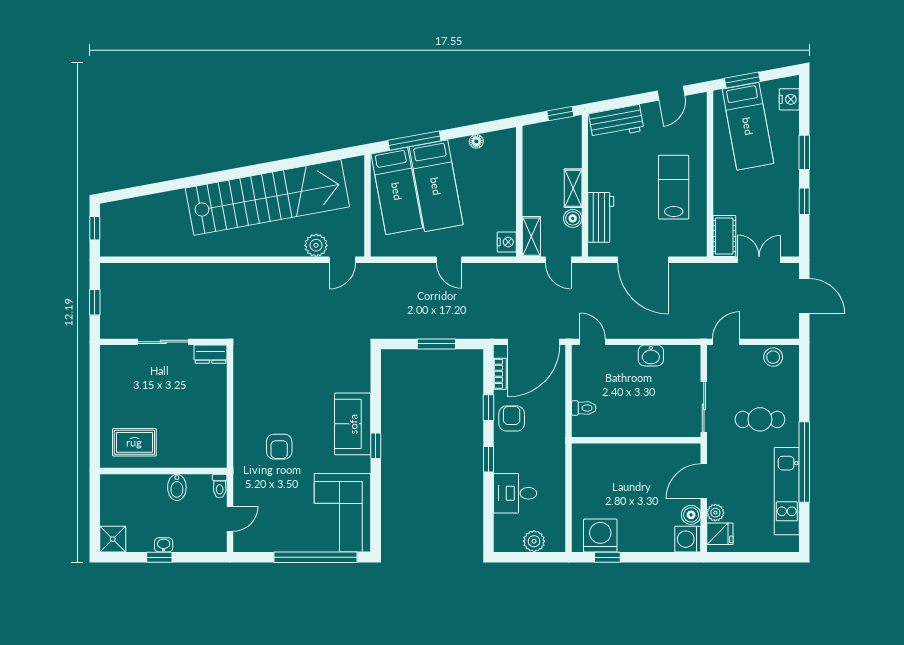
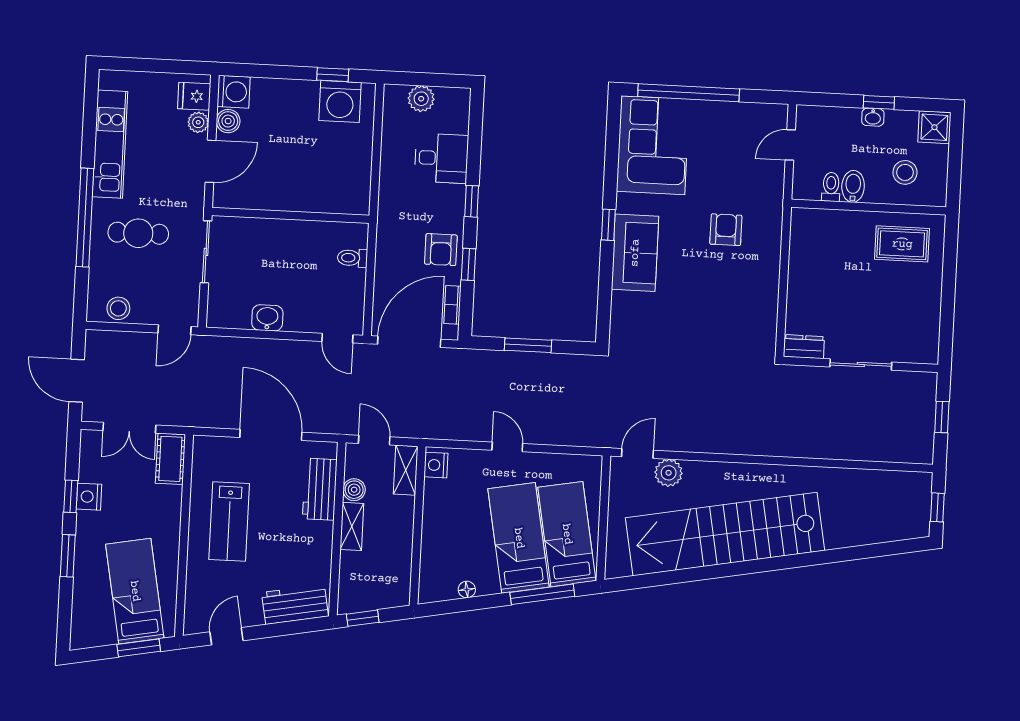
nightstand: (789, 99) -> (89, 497), moved
window: (804, 462) -> (85, 218), moved
toilet: (220, 486) -> (831, 187), moved
stool: (135, 501) -> (905, 172), added

